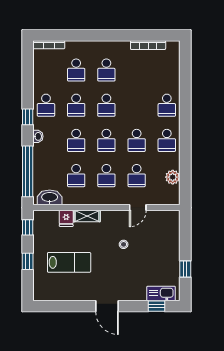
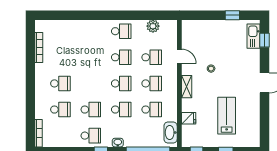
school desk: (106, 105) -> (91, 83), removed
school desk: (167, 105) -> (91, 31), removed
shelving: (87, 216) -> (187, 87), moved

